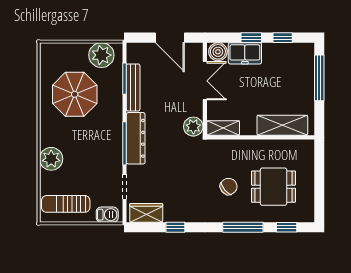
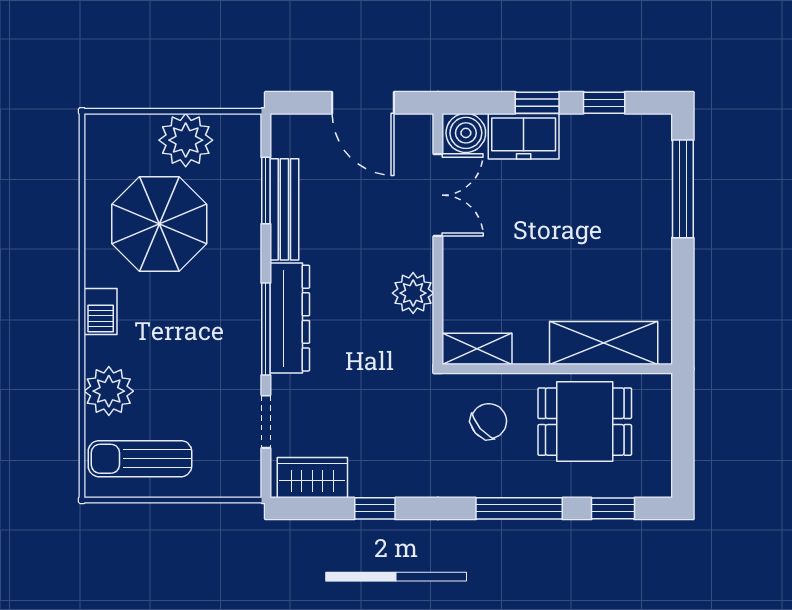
plant: (101, 55) -> (186, 140), moved
shelving: (282, 125) -> (604, 343), moved
shelving: (223, 128) -> (477, 349), moved
wall: (261, 137) -> (557, 369), moved
plant: (51, 159) -> (109, 391), moved
barbecue: (107, 215) -> (101, 312), moved, turned 90

